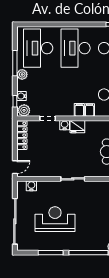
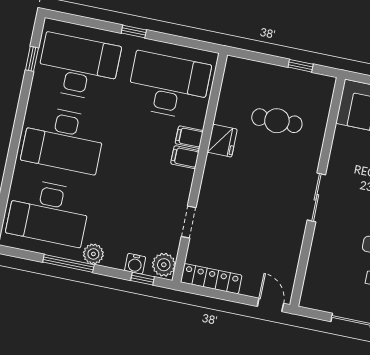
water cooler: (65, 125) -> (209, 192), removed
fridge: (77, 127) -> (222, 141), moved
water cooler: (31, 186) -> (313, 280), removed

